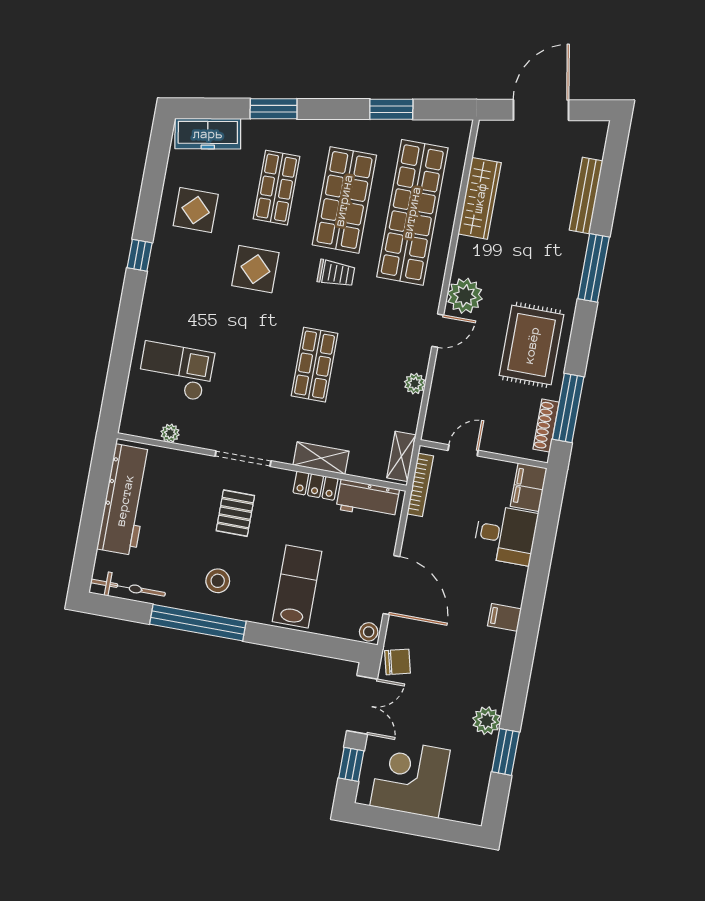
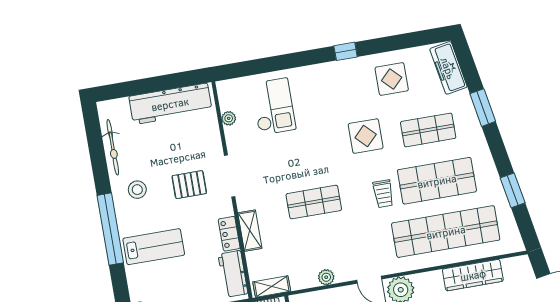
bicycle: (128, 588) -> (113, 147), moved
window: (198, 623) -> (110, 229), moved

